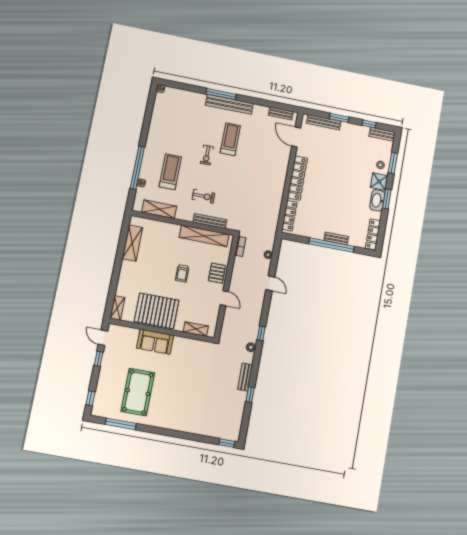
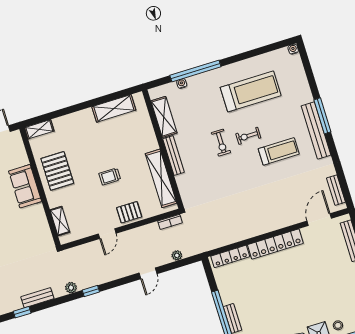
treadmill: (170, 172) -> (251, 91), moved, width x1.37, depth x1.38
exercise bike: (203, 196) -> (221, 143), moved
bench: (210, 221) -> (173, 156), moved
pallet: (157, 311) -> (57, 171), width x0.73, depth x0.71

